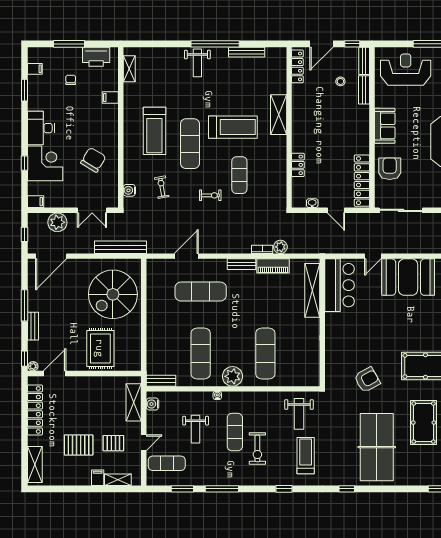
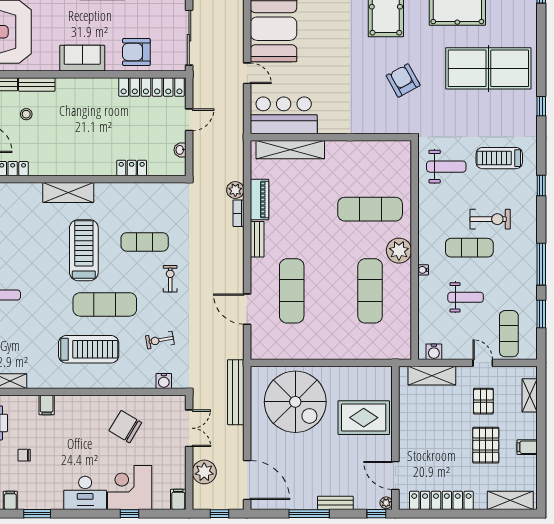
exercise mat: (201, 354) -> (370, 291), turned 90
bench: (161, 381) -> (404, 341), removed
filing cabinet: (98, 478) -> (527, 447), moved

